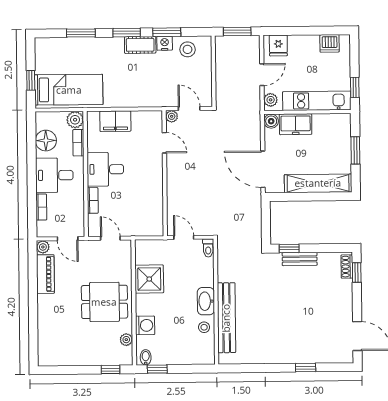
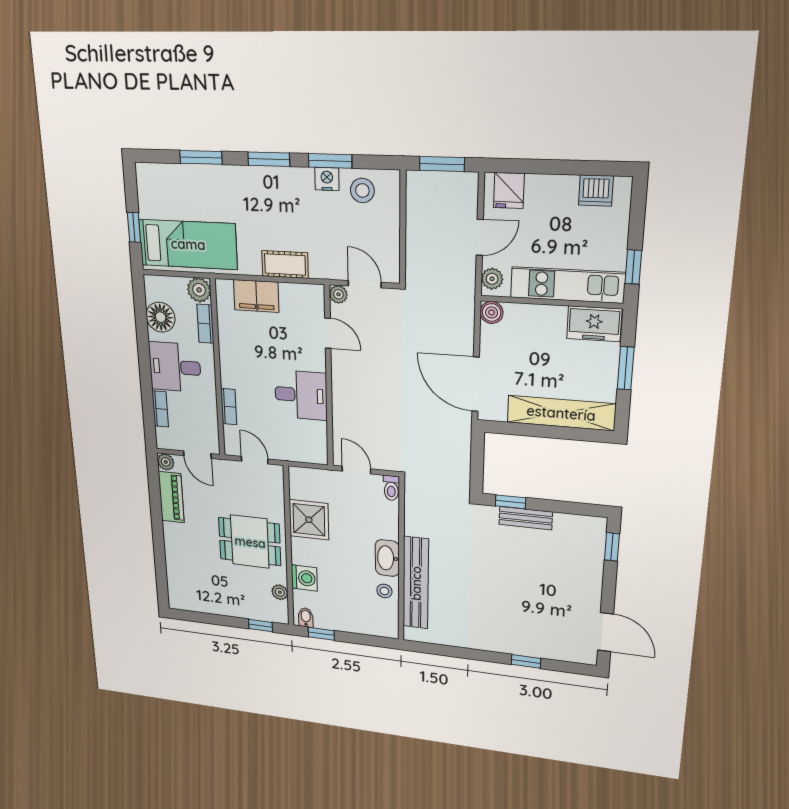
cot: (140, 45) -> (285, 265), moved
freezer: (296, 124) -> (594, 324), moved
desk: (105, 169) -> (301, 395), moved, turned 180
shoe rack: (347, 267) -> (597, 537), removed

